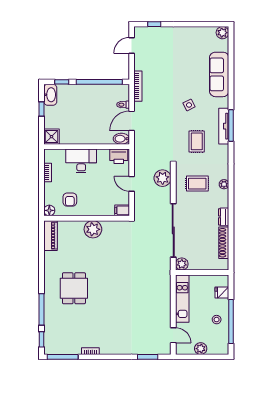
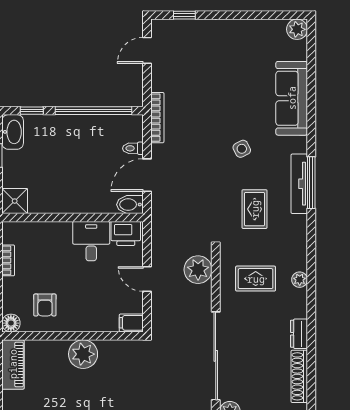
desk: (81, 161) -> (91, 241), moved, width x0.73

